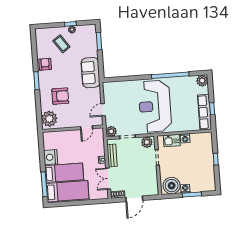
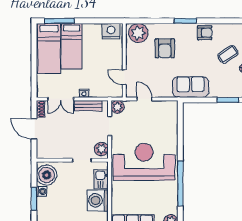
washing machine: (185, 138) -> (98, 200), width x1.89, depth x1.89
nightstand: (51, 157) -> (111, 31), moved
double door: (108, 179) -> (61, 99), swing flipped

